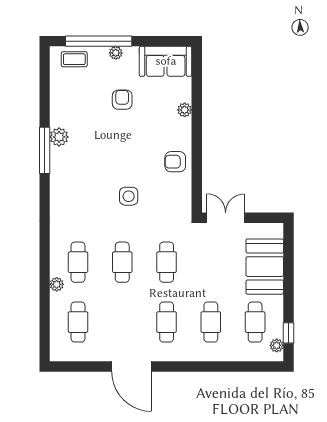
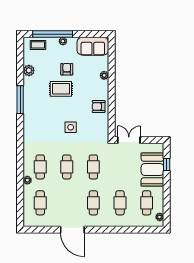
rug: (113, 132) -> (61, 89), added
plant: (59, 137) -> (29, 70), moved
window: (288, 333) -> (167, 165), moved

